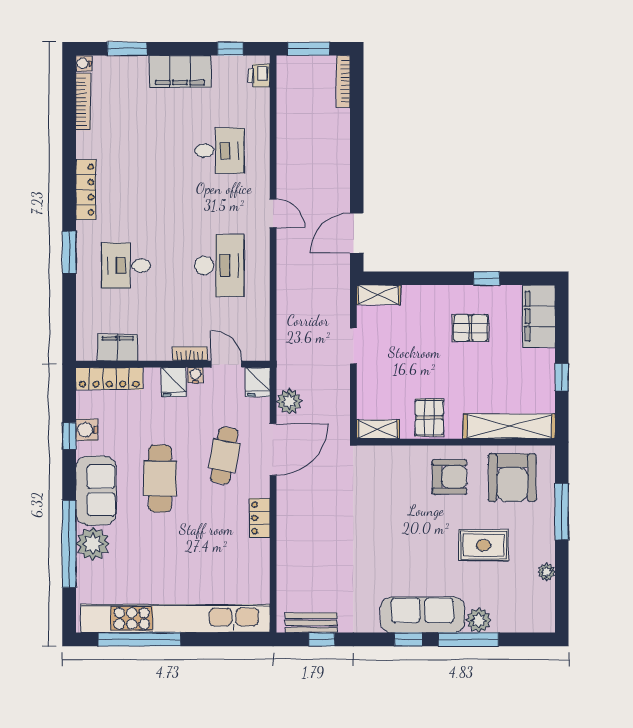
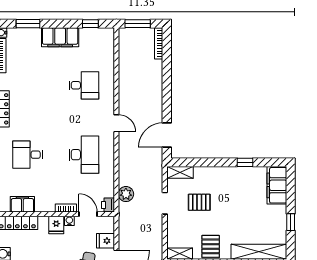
printer: (259, 75) -> (108, 205), moved
pallet: (471, 328) -> (199, 202), moved
fridge: (258, 382) -> (105, 241), moved, turned 90
plant: (289, 401) -> (126, 194), moved

